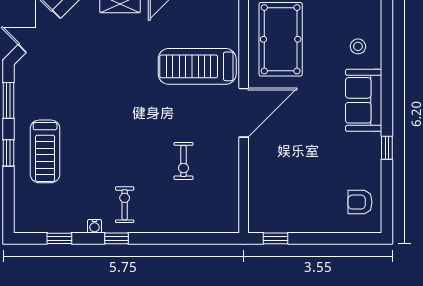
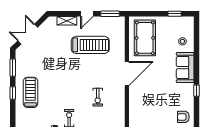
treadmill: (197, 66) -> (90, 45), moved, turned 180
treadmill: (45, 151) -> (30, 92), turned 180

